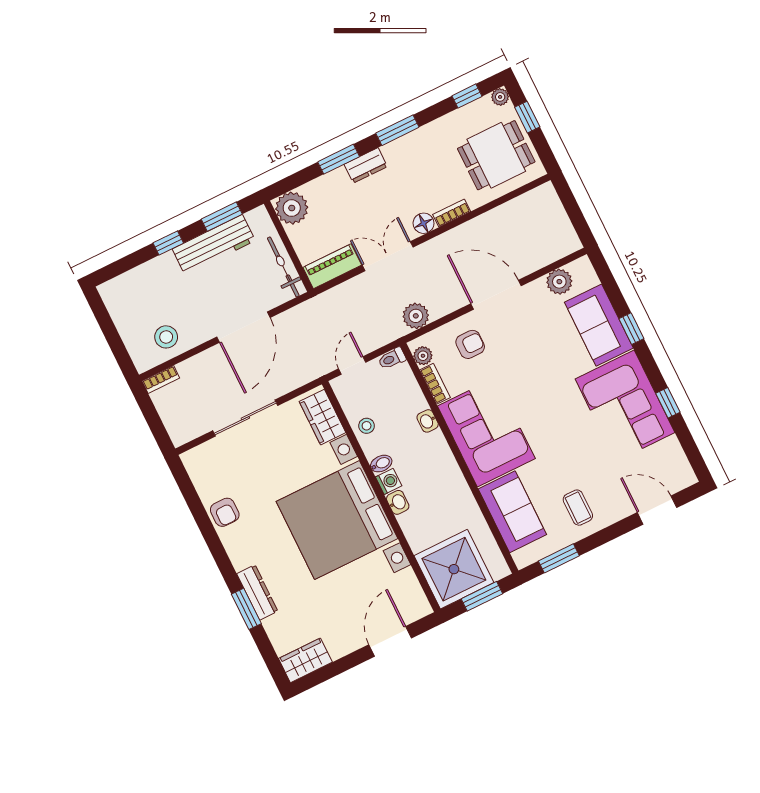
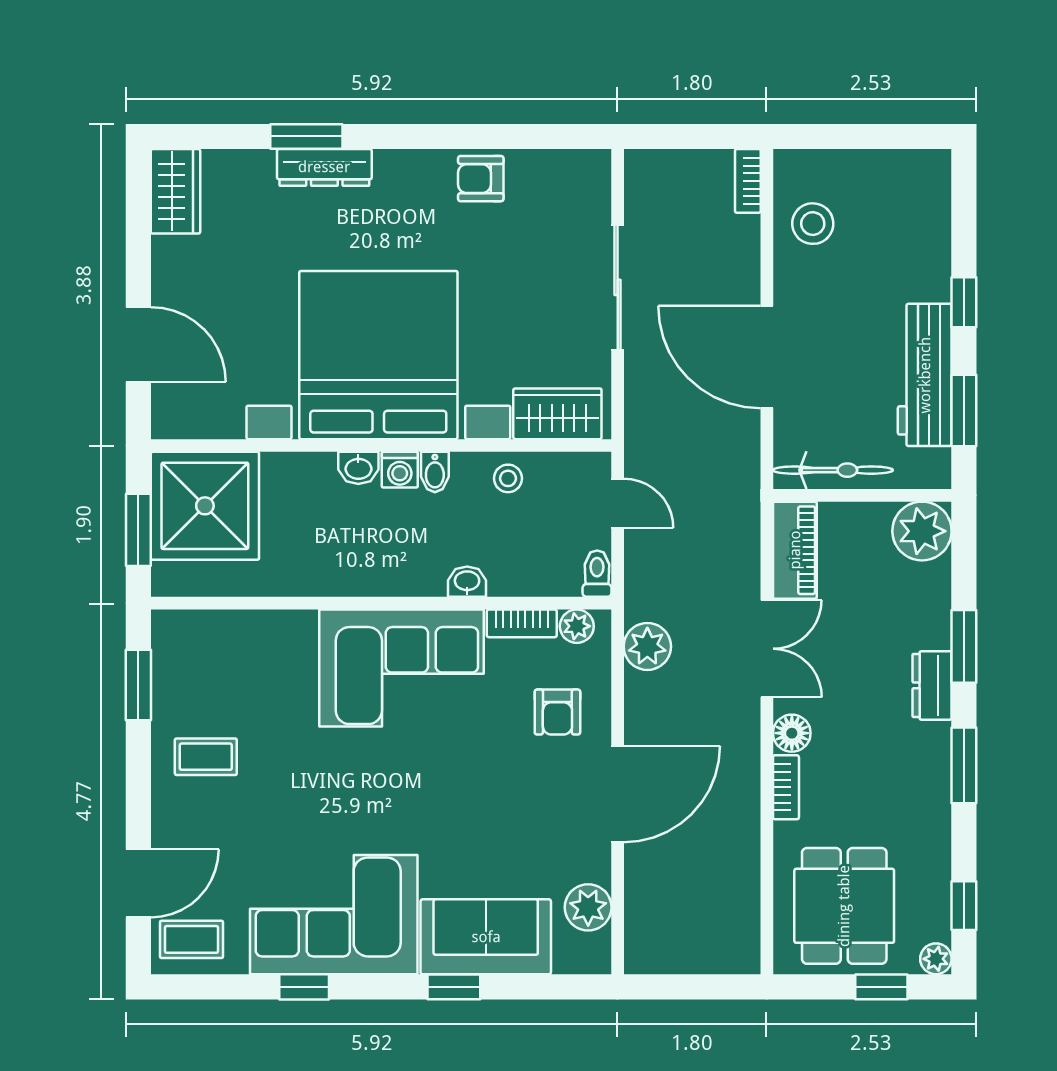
coffee table: (672, 470) -> (191, 939), added
sofa: (512, 512) -> (251, 647), removed

